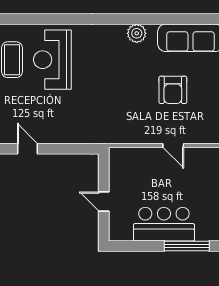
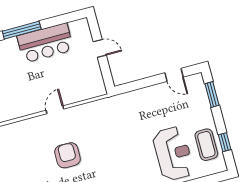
door: (173, 145) -> (55, 110), hinge flipped

